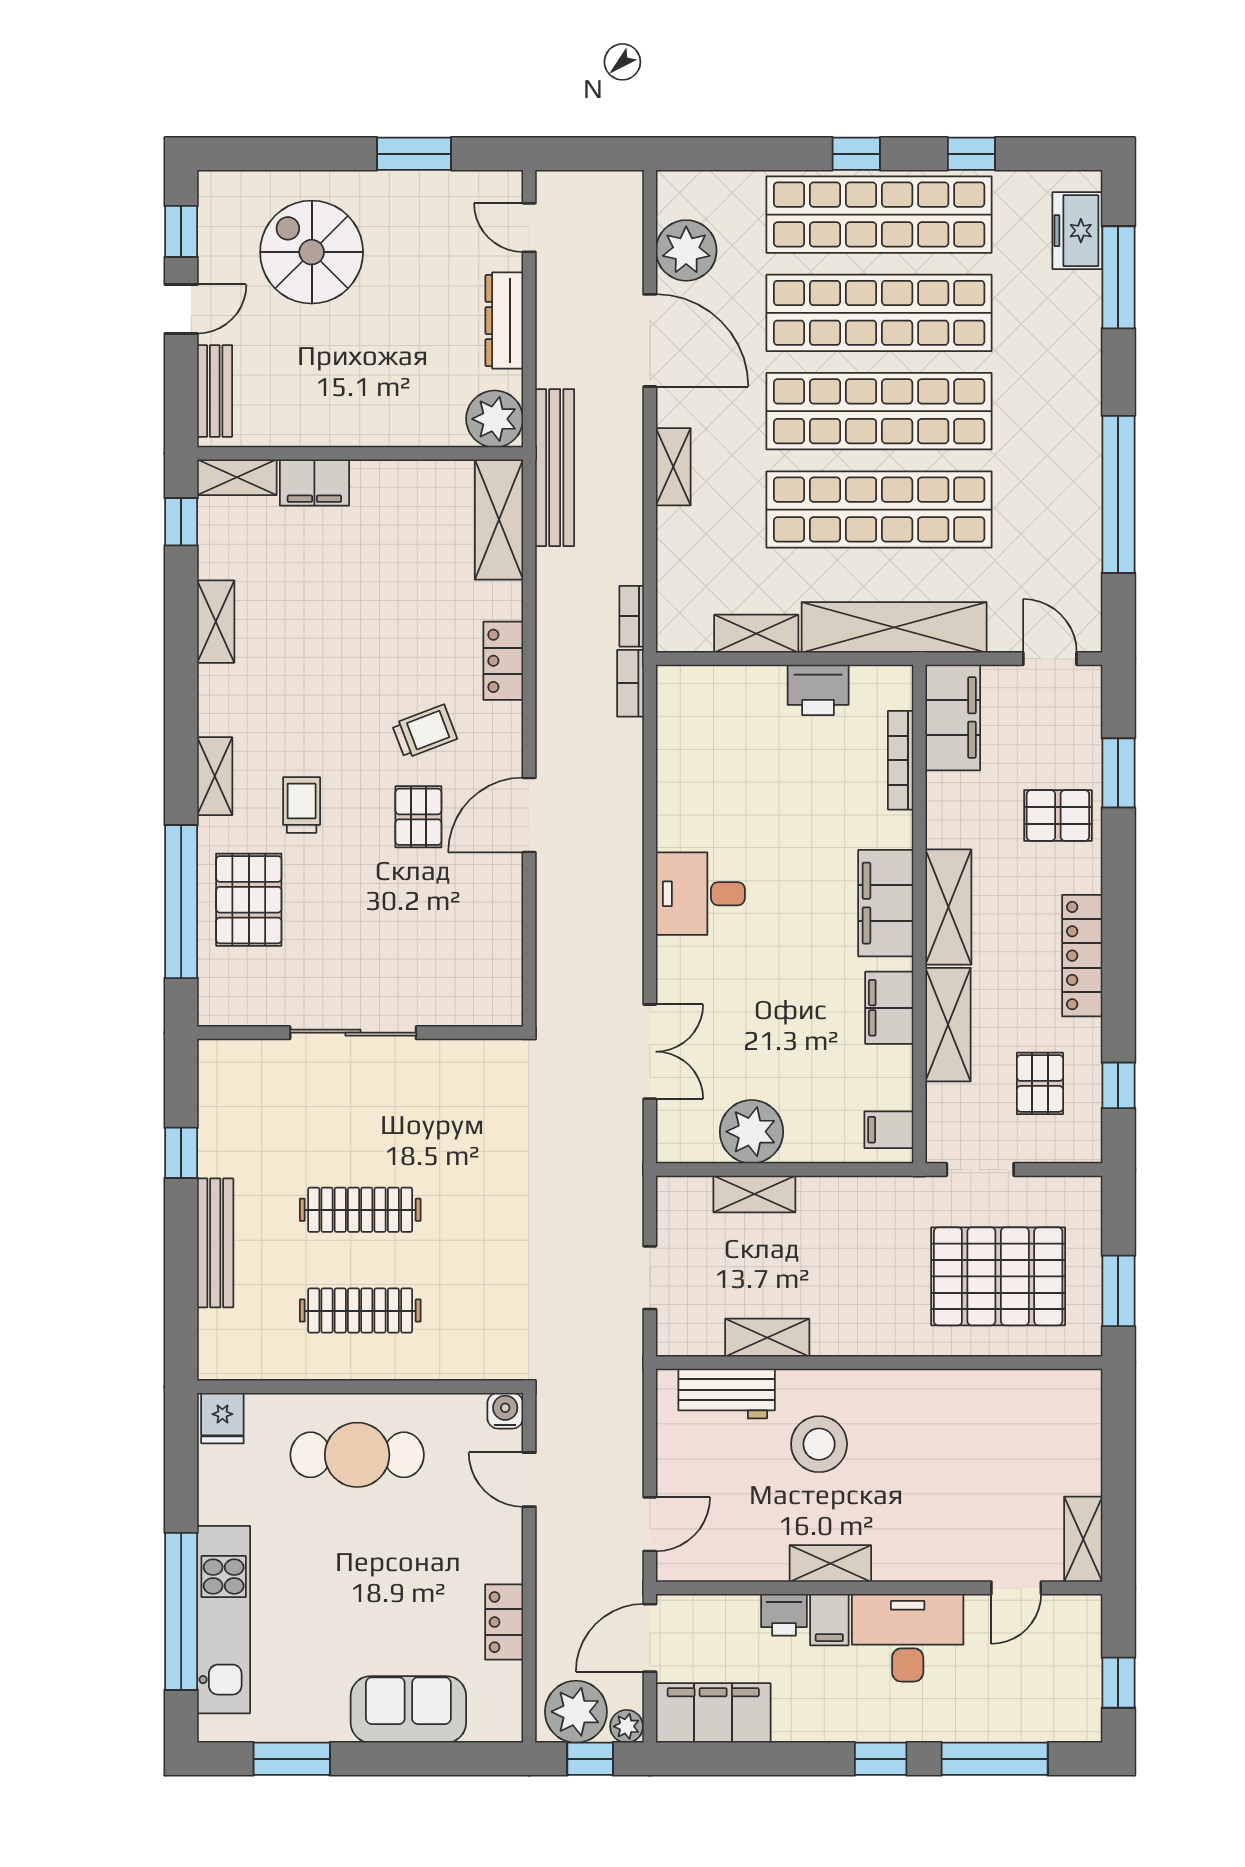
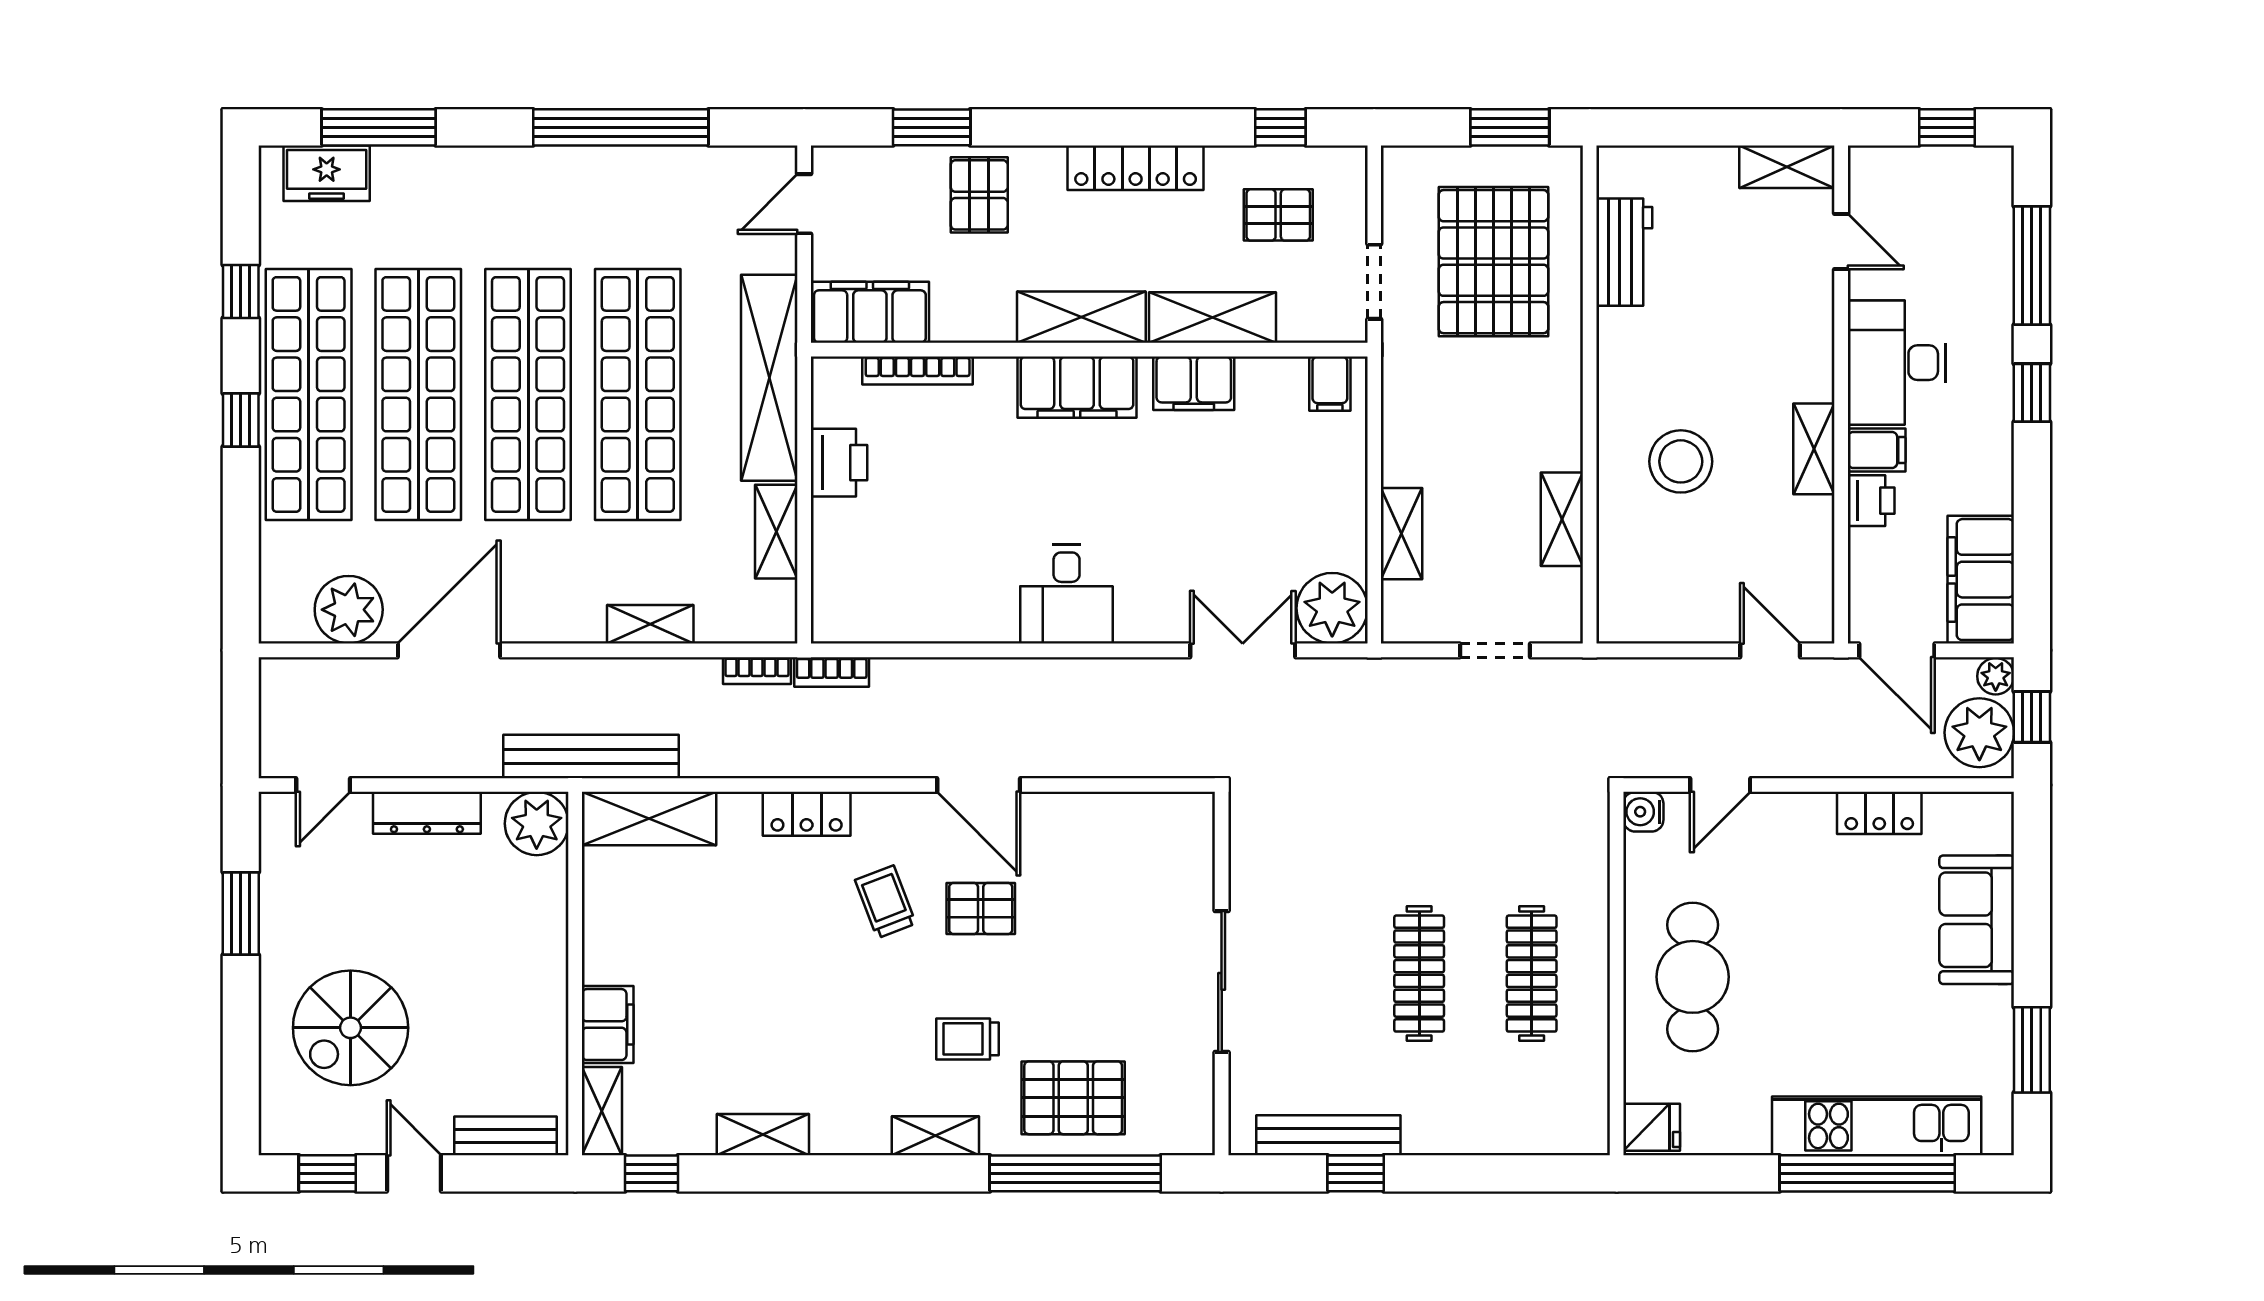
shelving: (673, 467) -> (650, 624), moved
plant: (751, 1132) -> (1332, 608), moved
bench: (215, 1243) -> (1328, 1135), moved
workbench: (727, 1394) -> (1624, 252), moved

